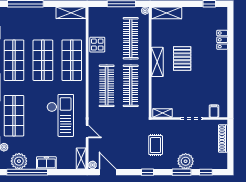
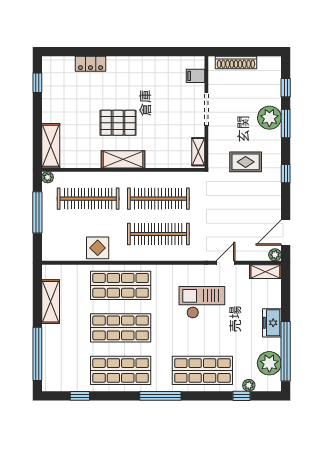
shelving: (71, 13) -> (51, 302), moved
checkout: (60, 115) -> (202, 302), width x0.73, depth x0.83

